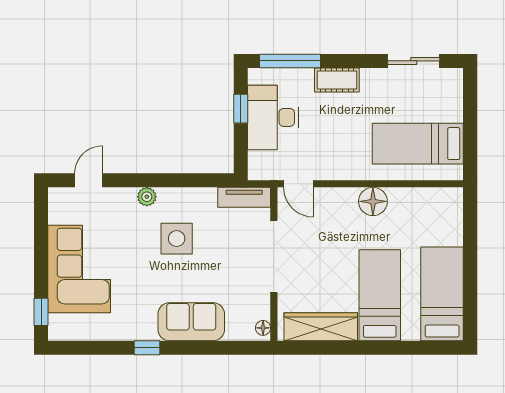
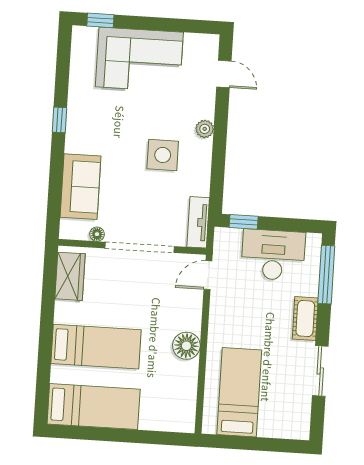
sliding door: (414, 61) -> (320, 371), moved
window: (241, 109) -> (244, 222), moved
sofa: (191, 322) -> (80, 187), moved
wardrobe: (321, 327) -> (70, 276), width x0.67
floor lamp: (263, 328) -> (97, 234), moved

